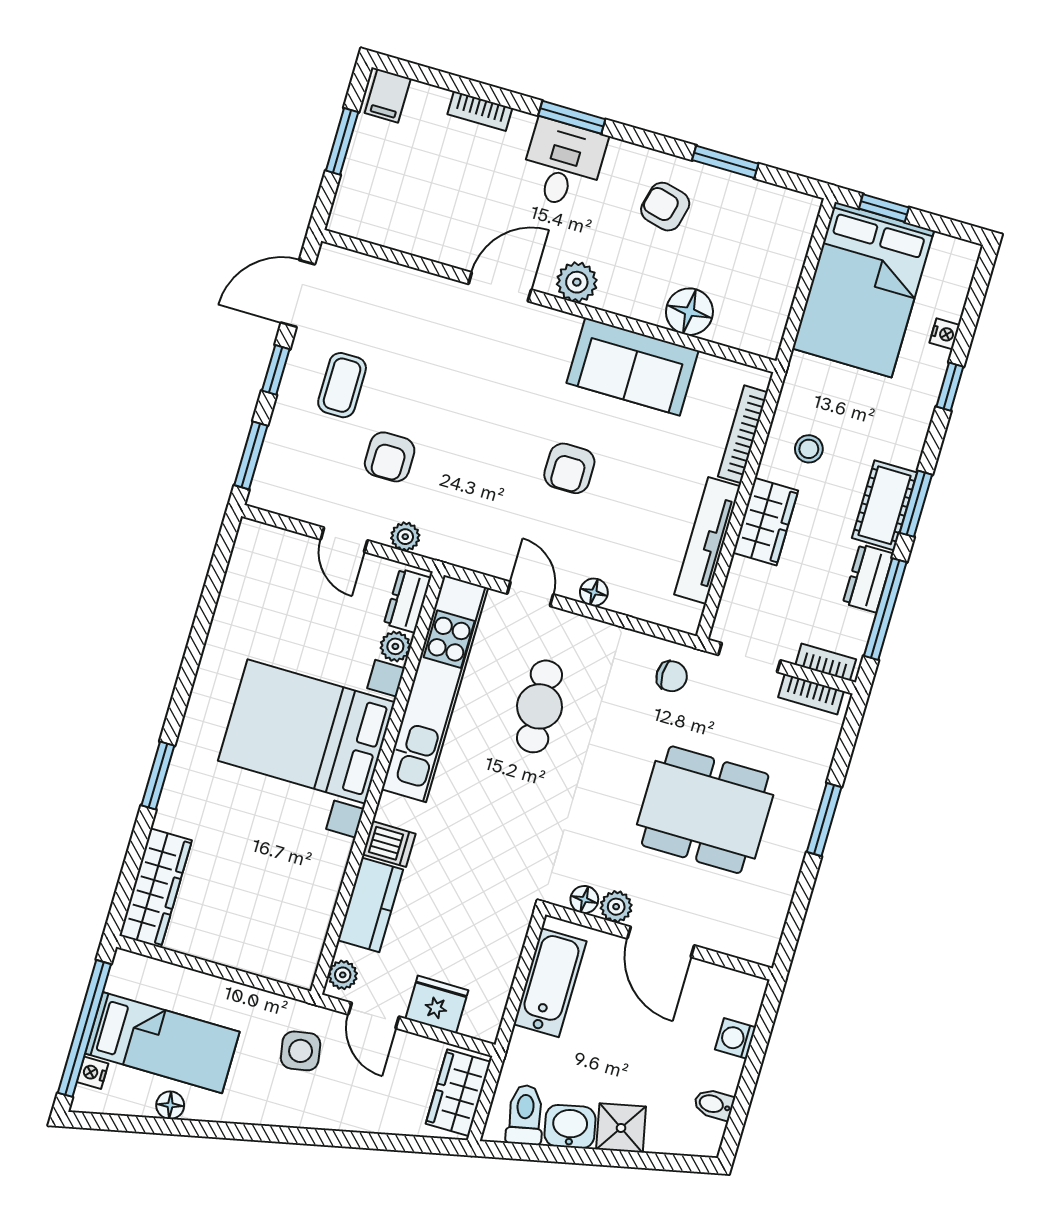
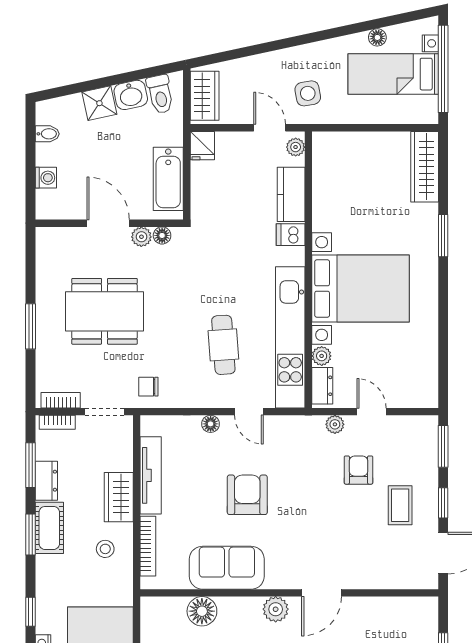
armchair: (569, 468) -> (247, 495), width x1.38, depth x1.38
window: (885, 609) -> (31, 465), width x0.69
fridge: (437, 1004) -> (202, 146), moved, width x0.72

